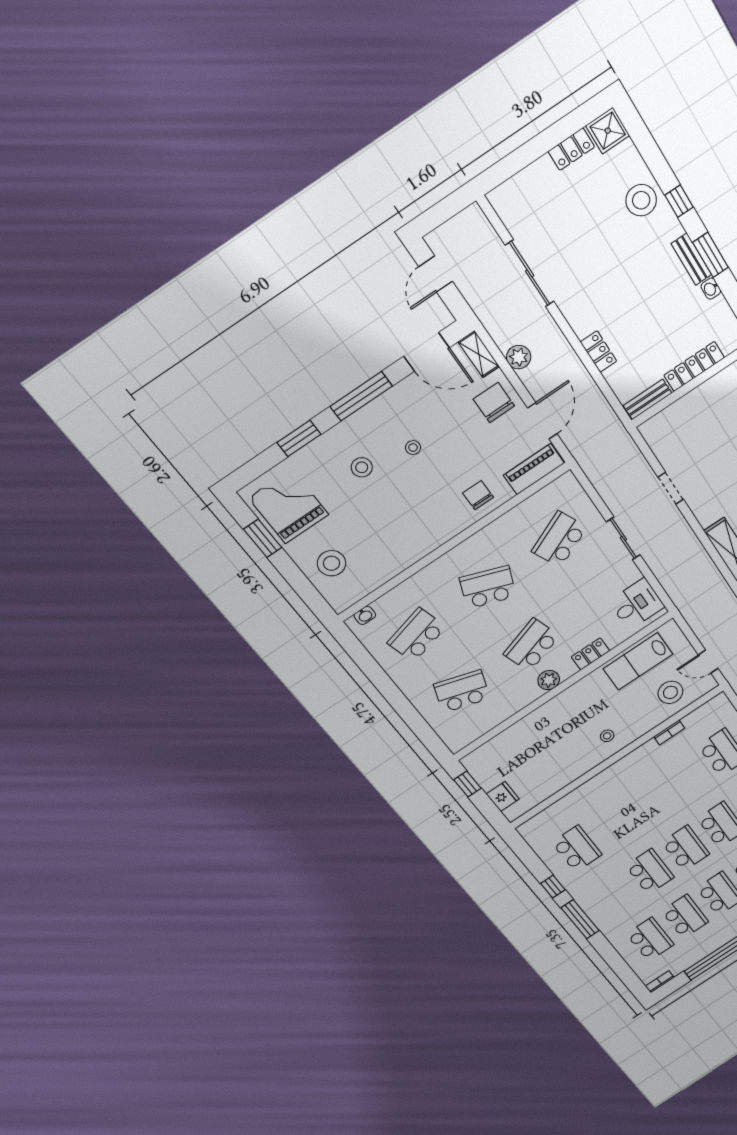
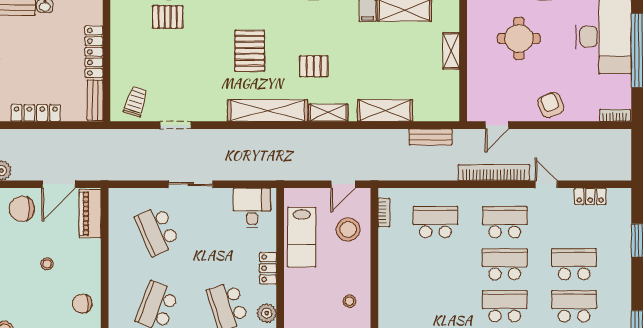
locker: (598, 352) -> (36, 113), width x1.53
door: (542, 421) -> (59, 184), swing flipped
trolley: (670, 438) -> (136, 101), added
stool: (413, 448) -> (47, 264), moved
chair: (478, 495) -> (82, 304), moved
bookcase: (669, 733) -> (384, 212), moved

